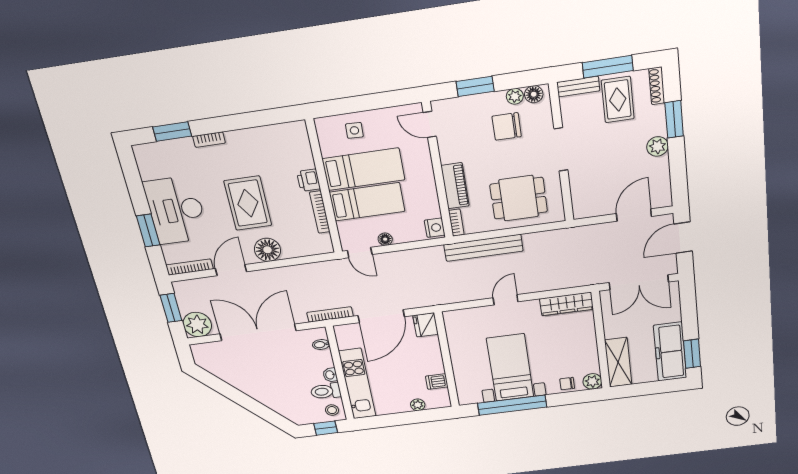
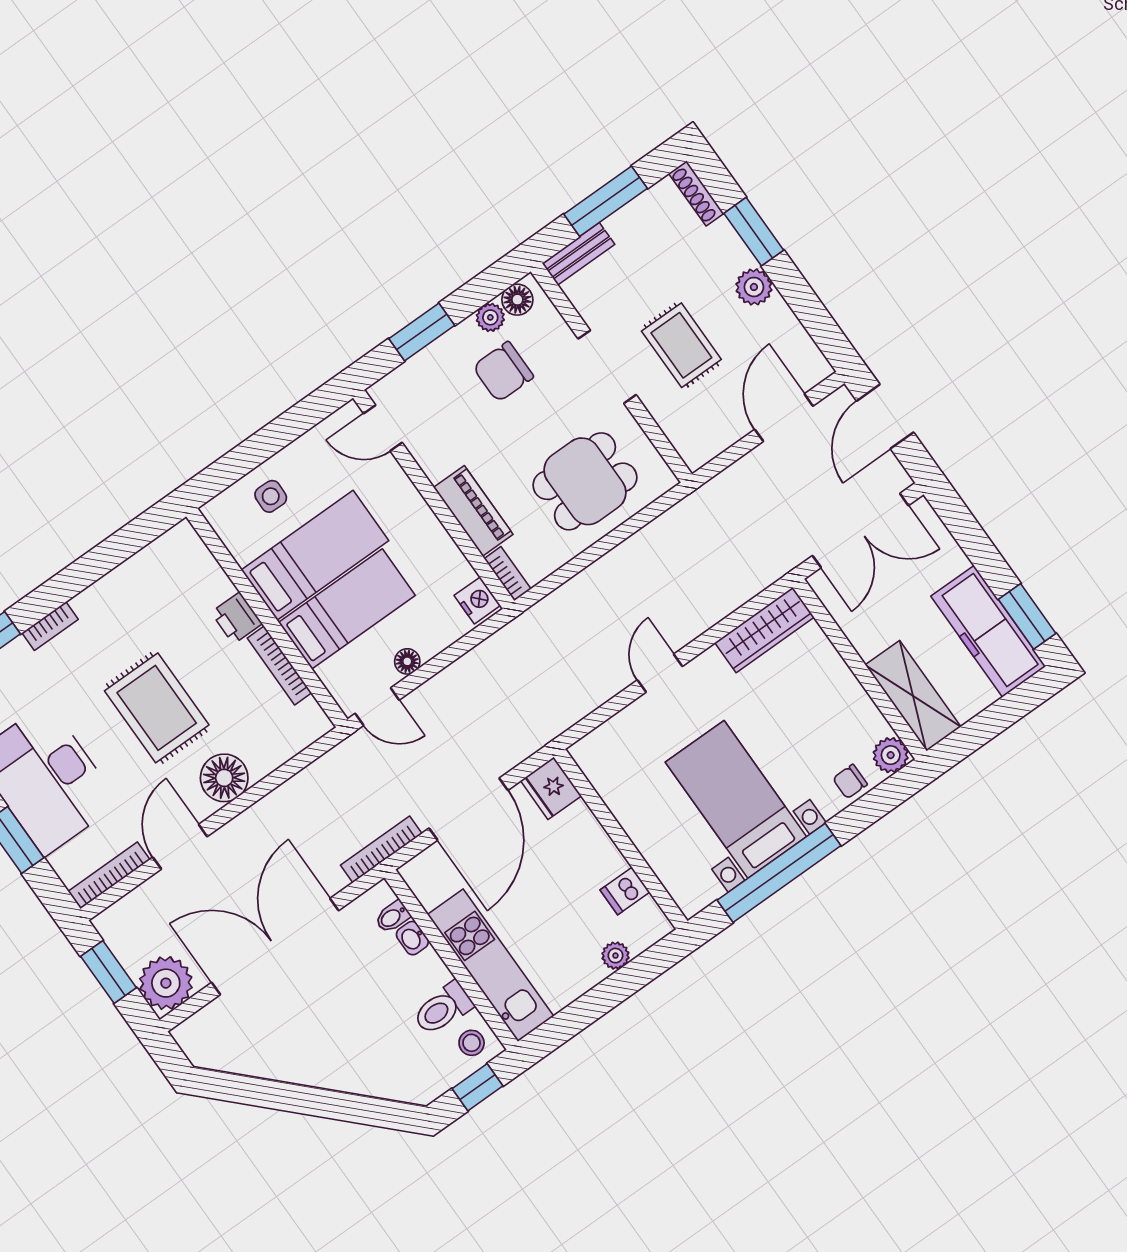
rug: (618, 100) -> (681, 345), moved
bench: (483, 248) -> (574, 597), removed
washbasin: (330, 375) -> (412, 938), moved

